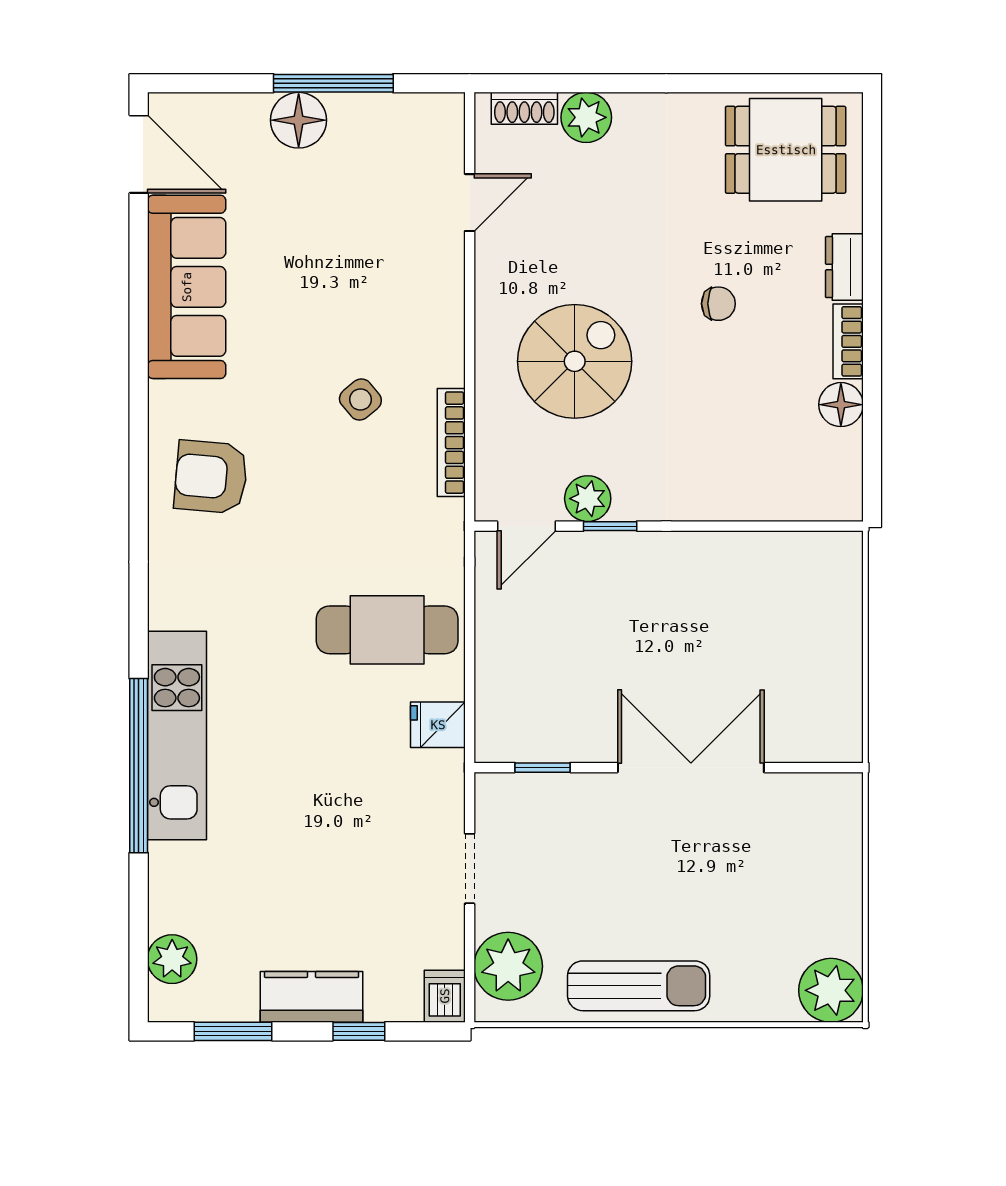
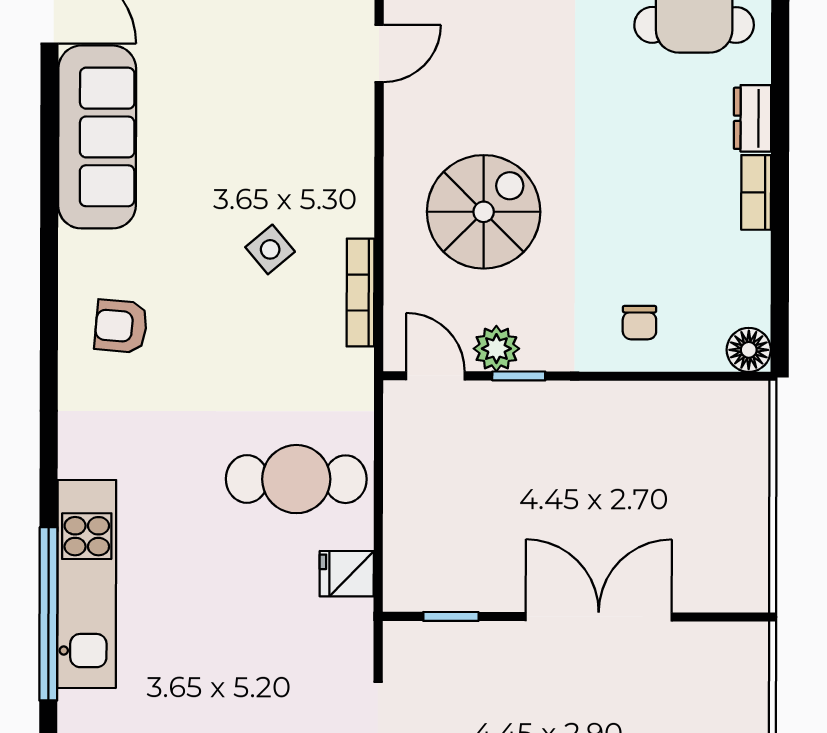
chair: (718, 304) -> (639, 323), moved, turned 90
floor lamp: (841, 405) -> (749, 350), moved
armchair: (211, 477) -> (121, 326), width x0.72, depth x0.72
door: (526, 526) -> (435, 376), swing flipped

